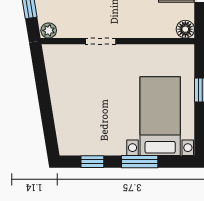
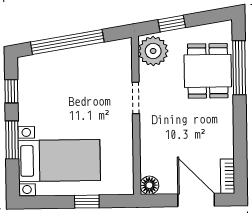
plant: (49, 30) -> (153, 51), width x1.88, depth x1.88
window: (46, 107) -> (67, 42), added

